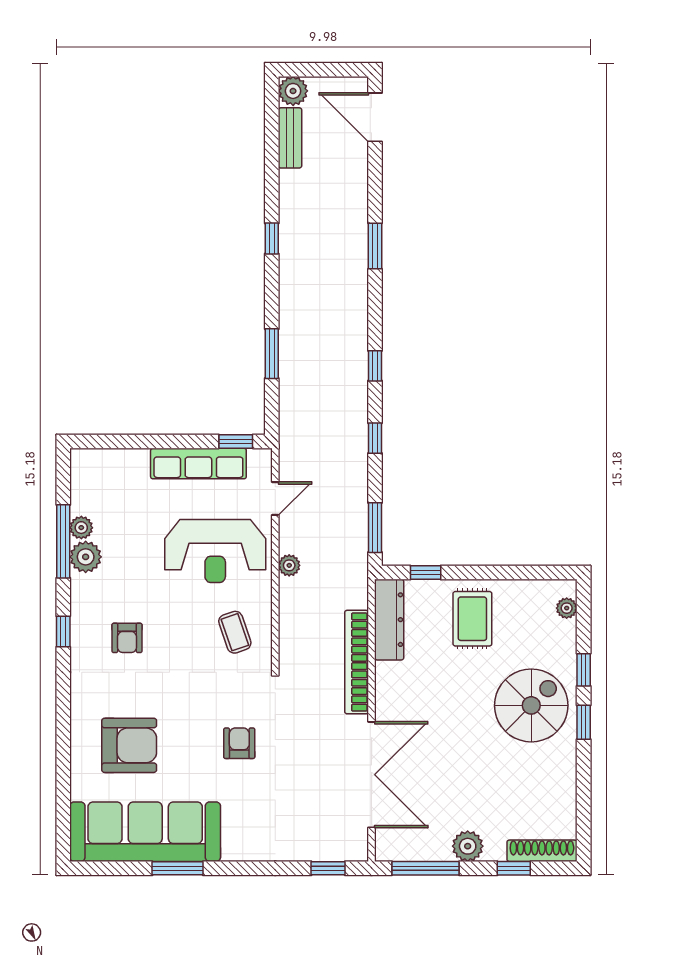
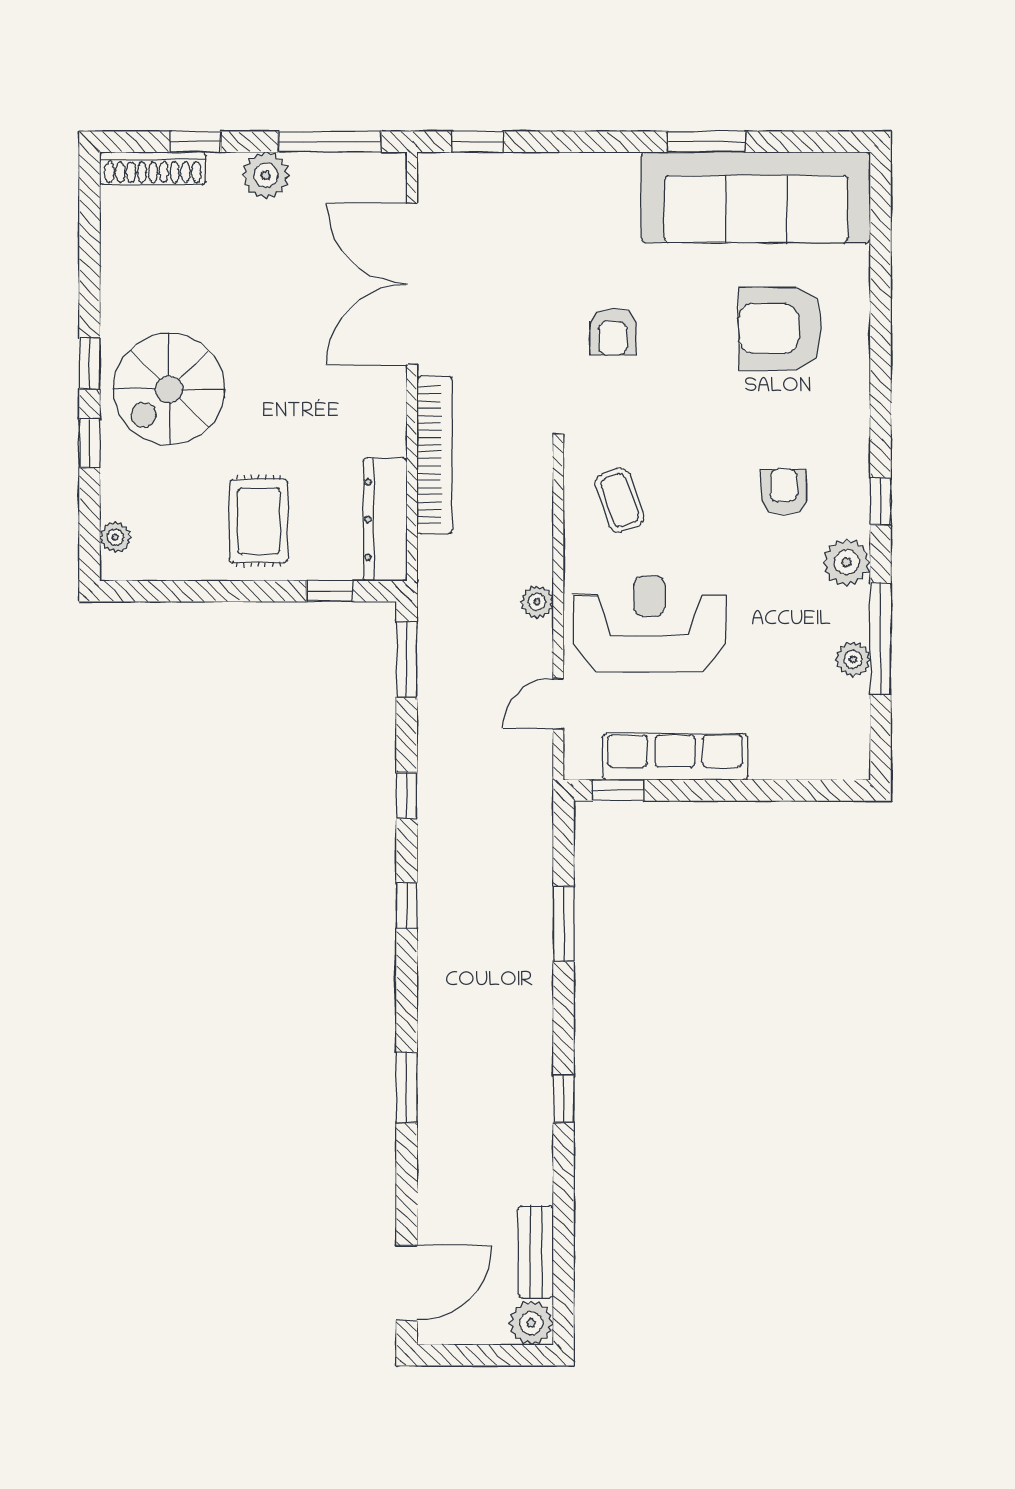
door: (375, 117) -> (407, 1283), hinge flipped
plant: (86, 557) -> (846, 562), moved

